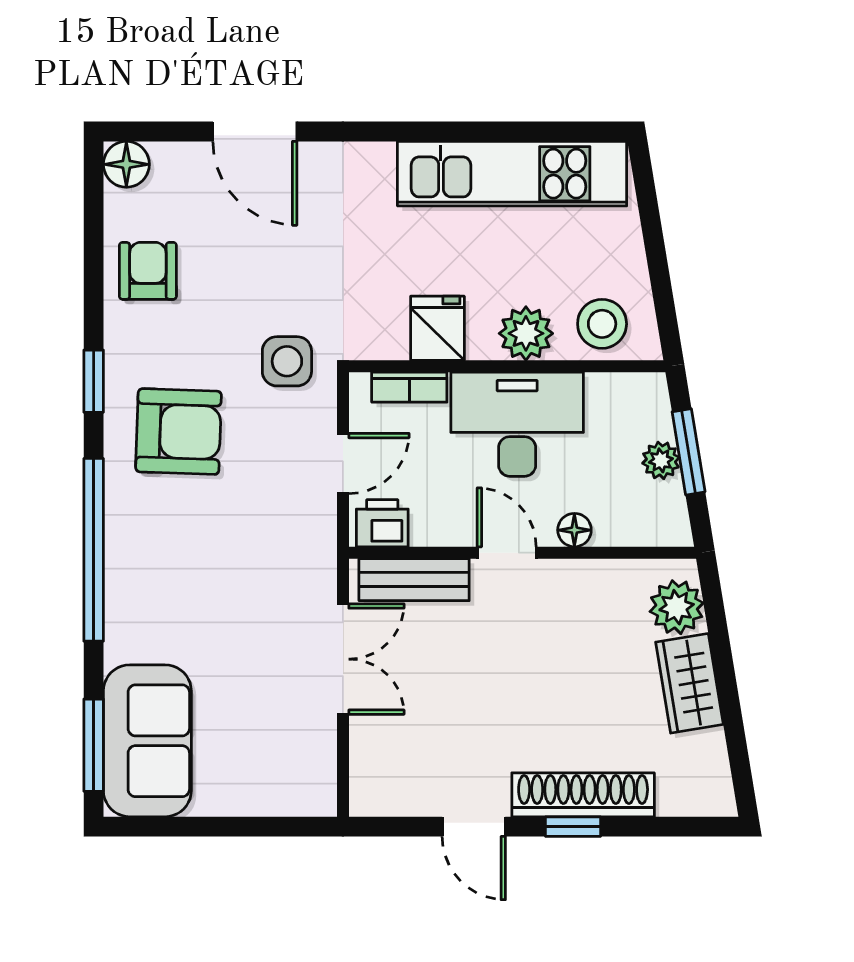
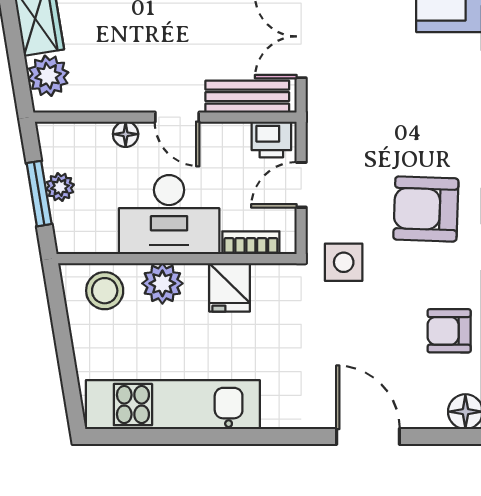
armchair: (148, 271) -> (449, 331), turned 90

